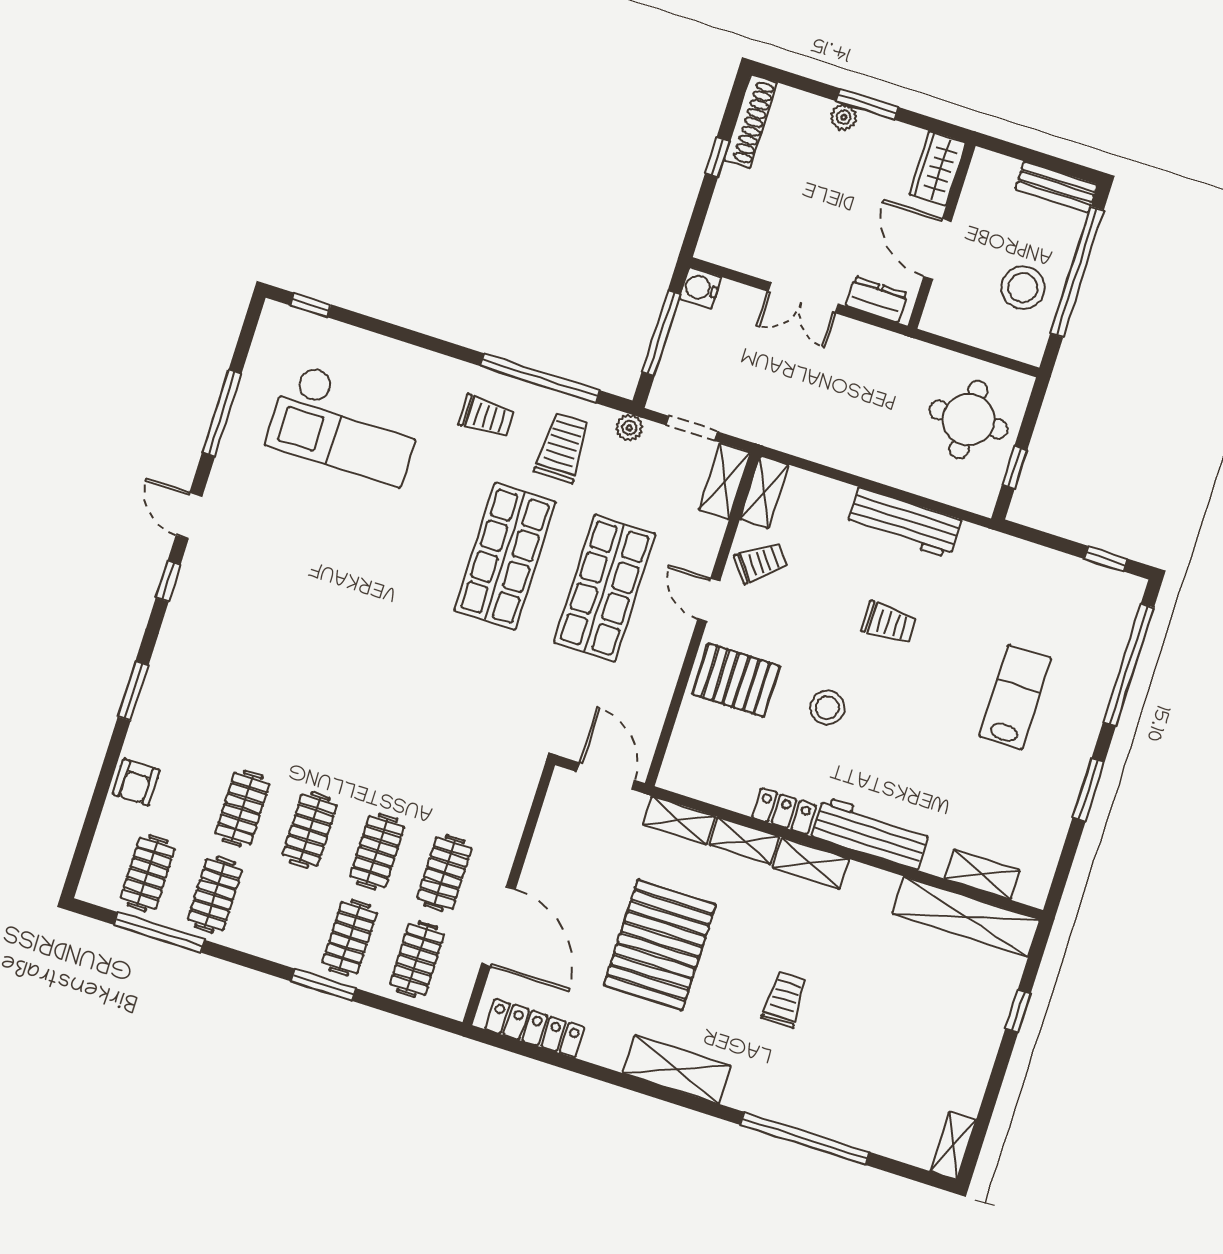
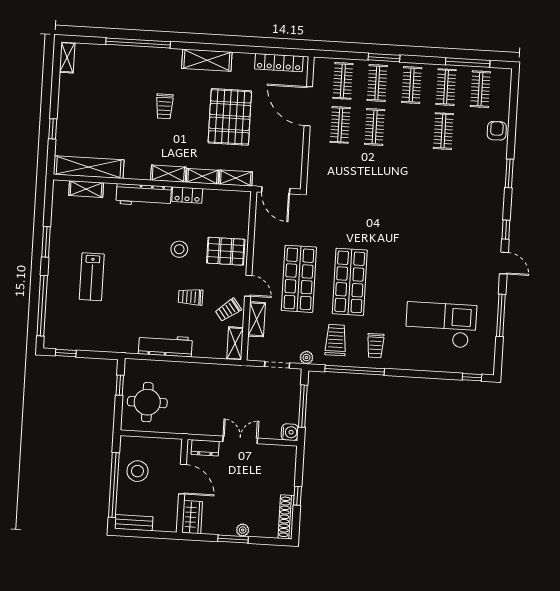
trolley: (486, 417) -> (375, 346), turned -90
trolley: (562, 448) -> (336, 340), turned 180
shelving: (725, 481) -> (257, 319), moved
trolley: (889, 623) -> (191, 297), moved
clothes rail: (310, 830) -> (412, 85), moved

